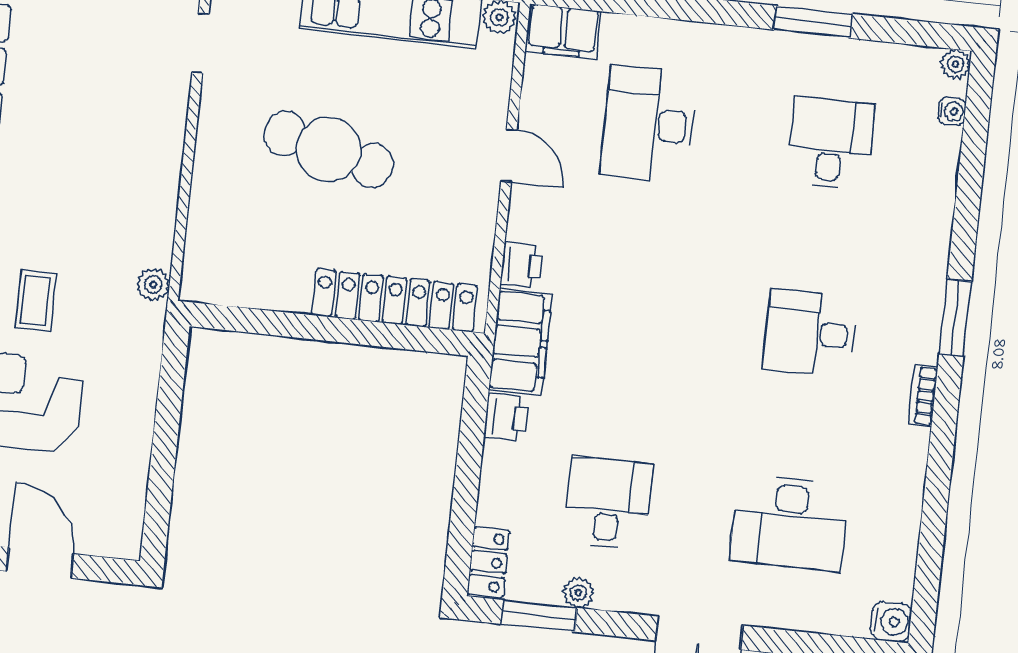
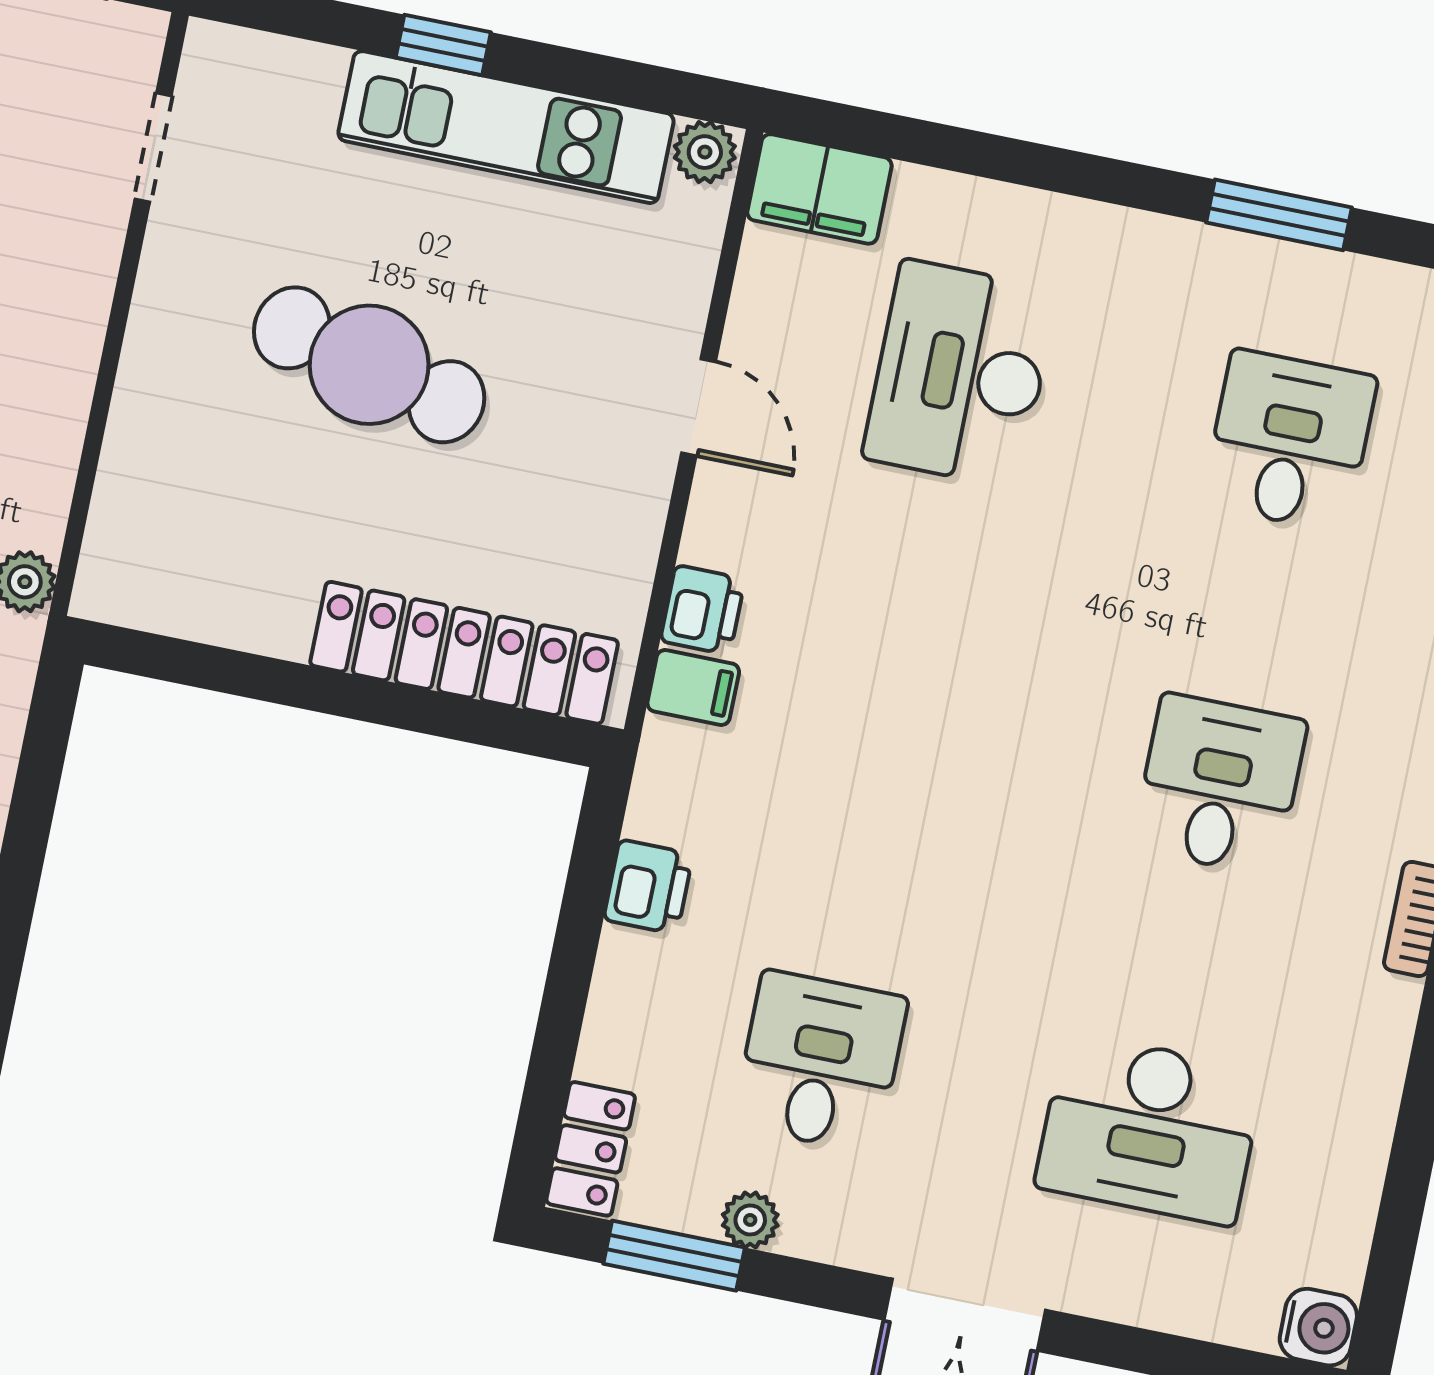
desk: (810, 333) -> (1220, 785), turned 90
filing cabinet: (520, 342) -> (693, 687), width x0.33, depth x0.86

